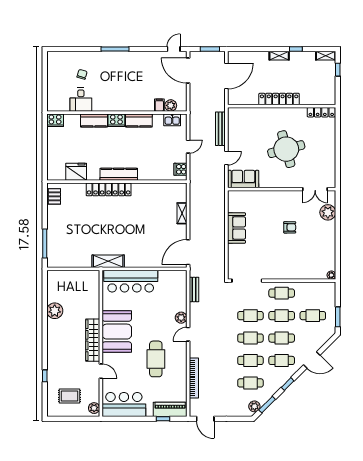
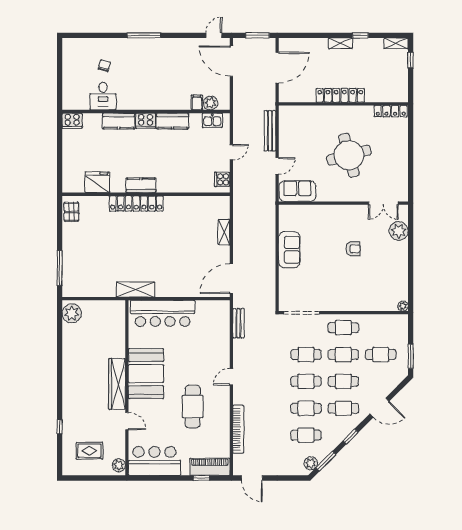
kitchen counter: (119, 174) -> (141, 185), width x0.67
plant: (55, 311) -> (72, 313), moved
plant: (181, 318) -> (223, 357), removed

